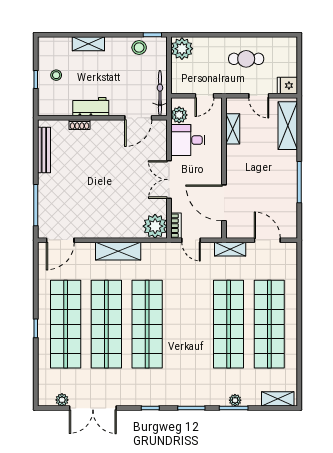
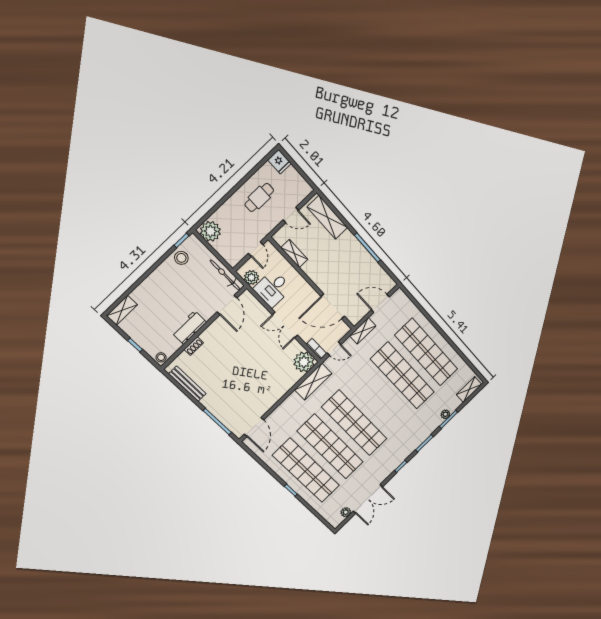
shelving: (88, 44) -> (122, 310), moved
stool: (56, 75) -> (161, 357), moved
fridge: (287, 86) -> (279, 162), moved, turned -90
shelving: (118, 251) -> (313, 382), moved

